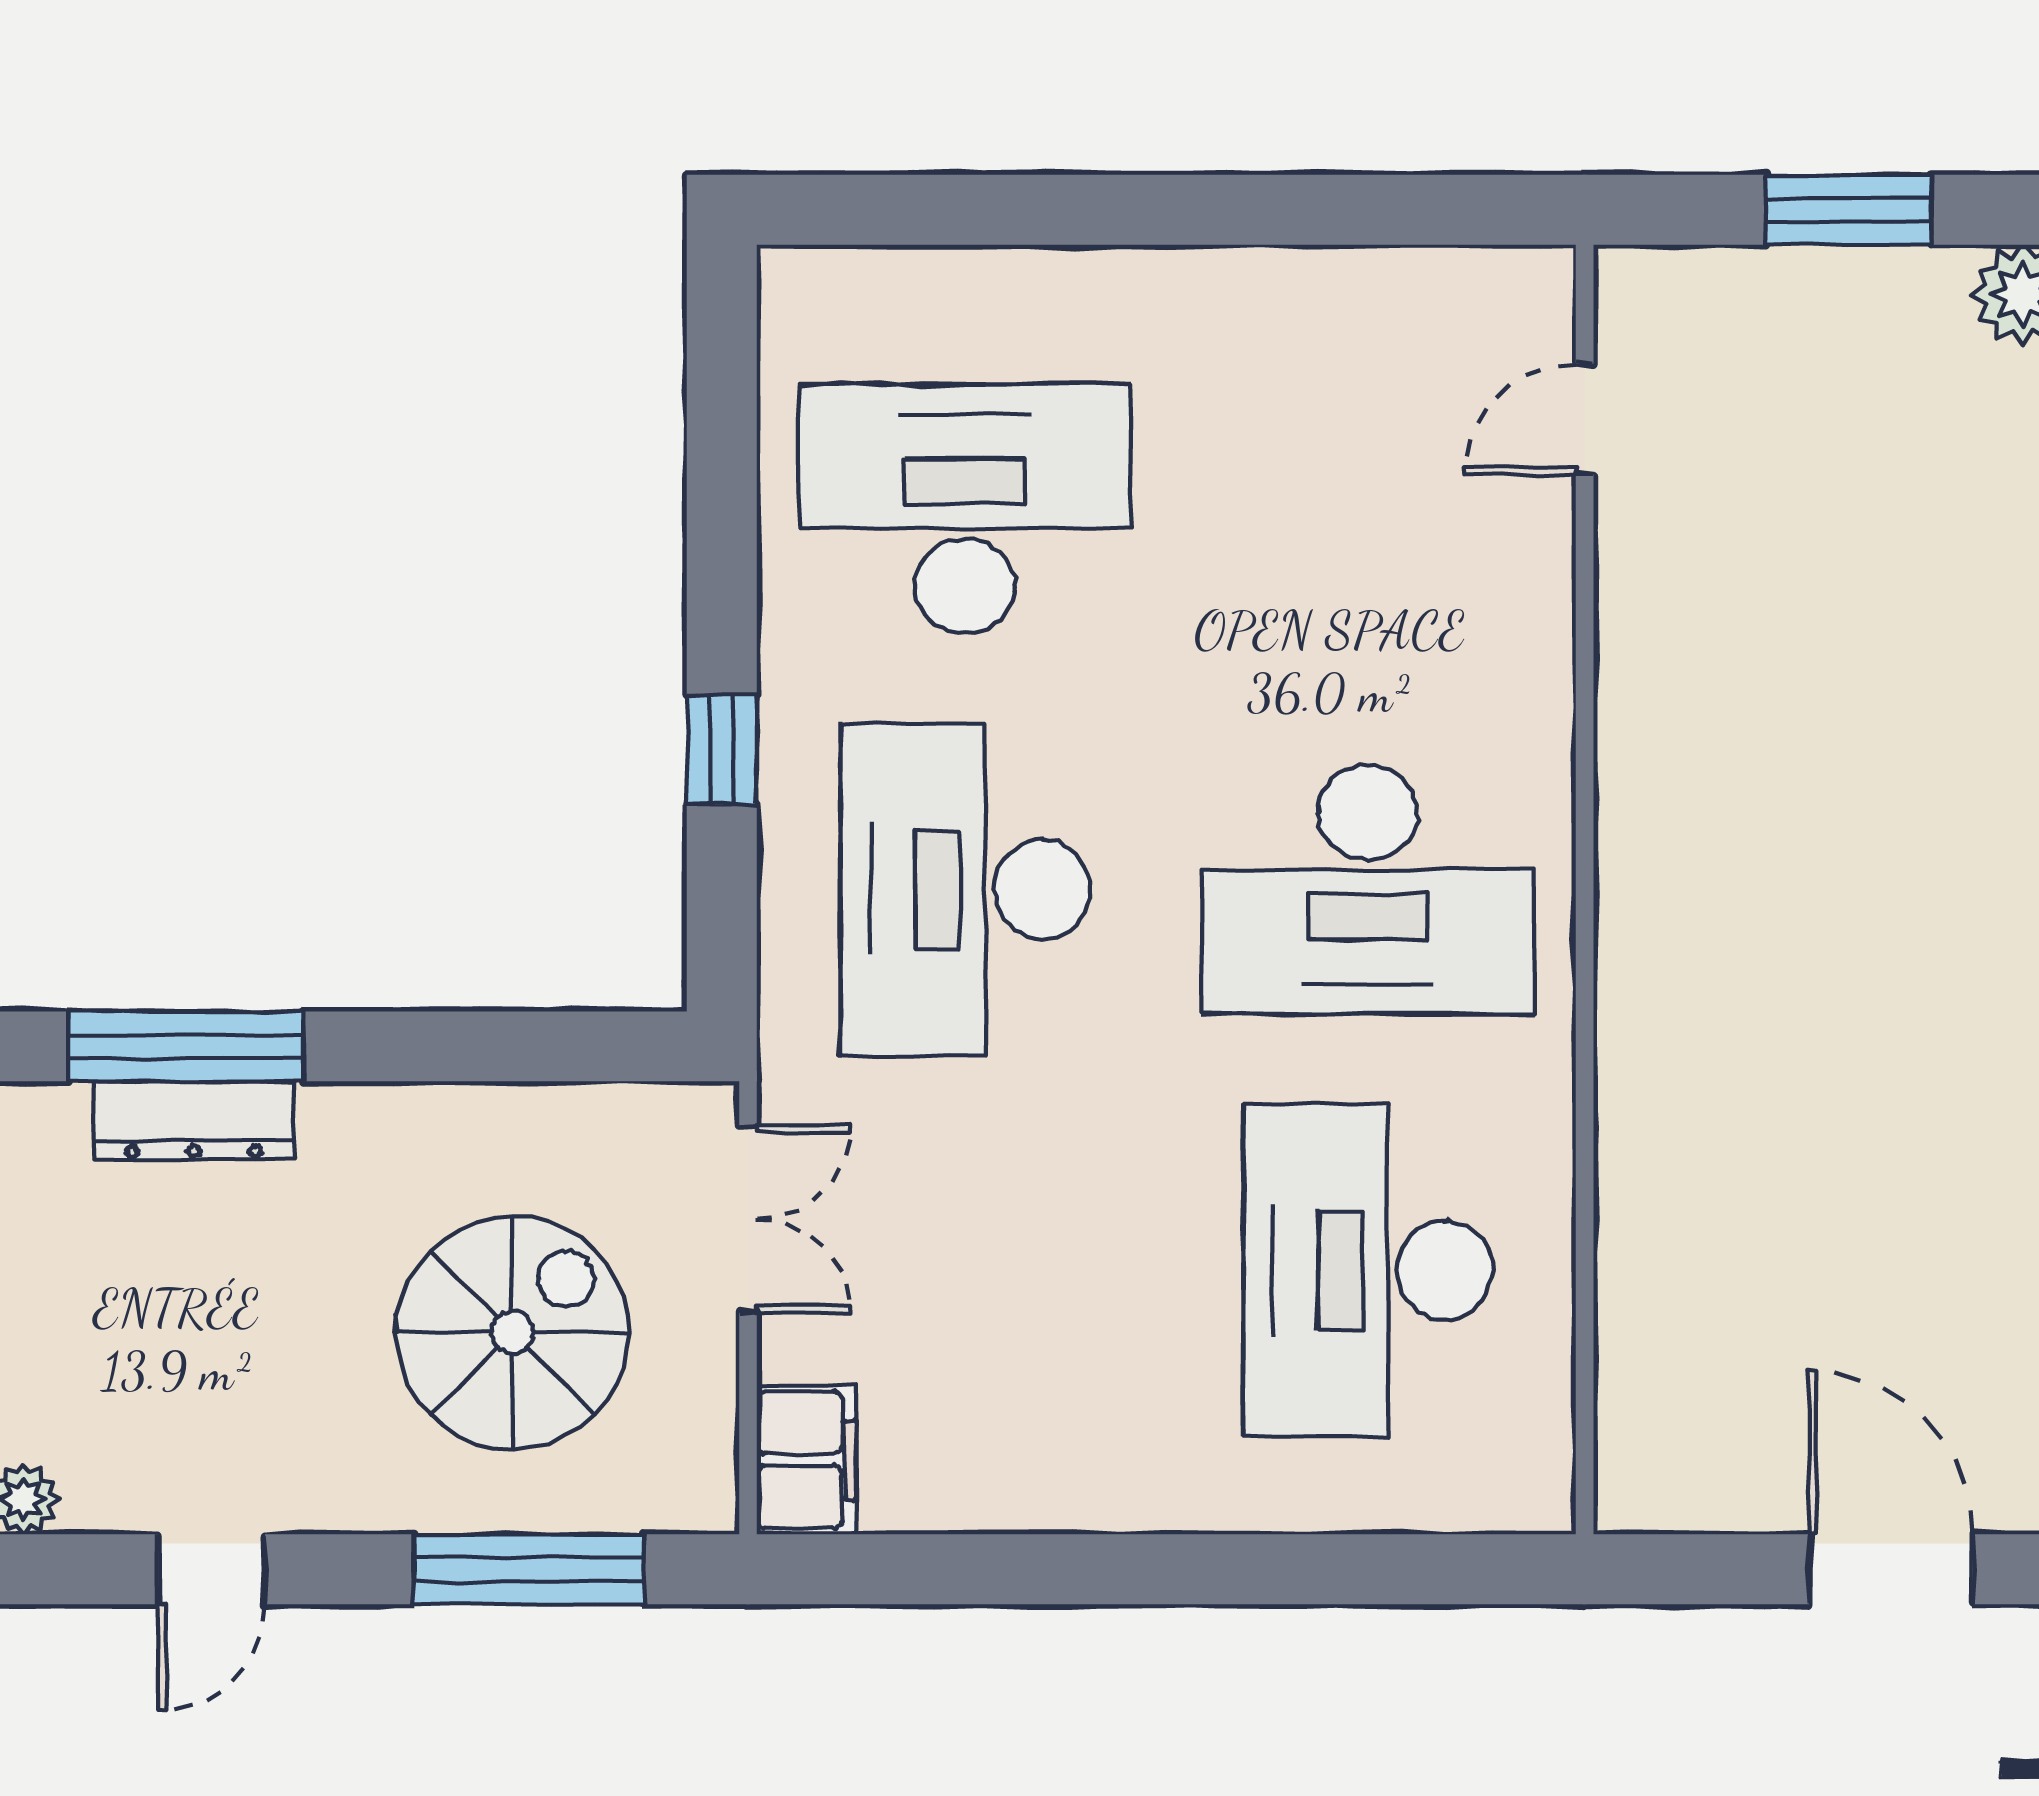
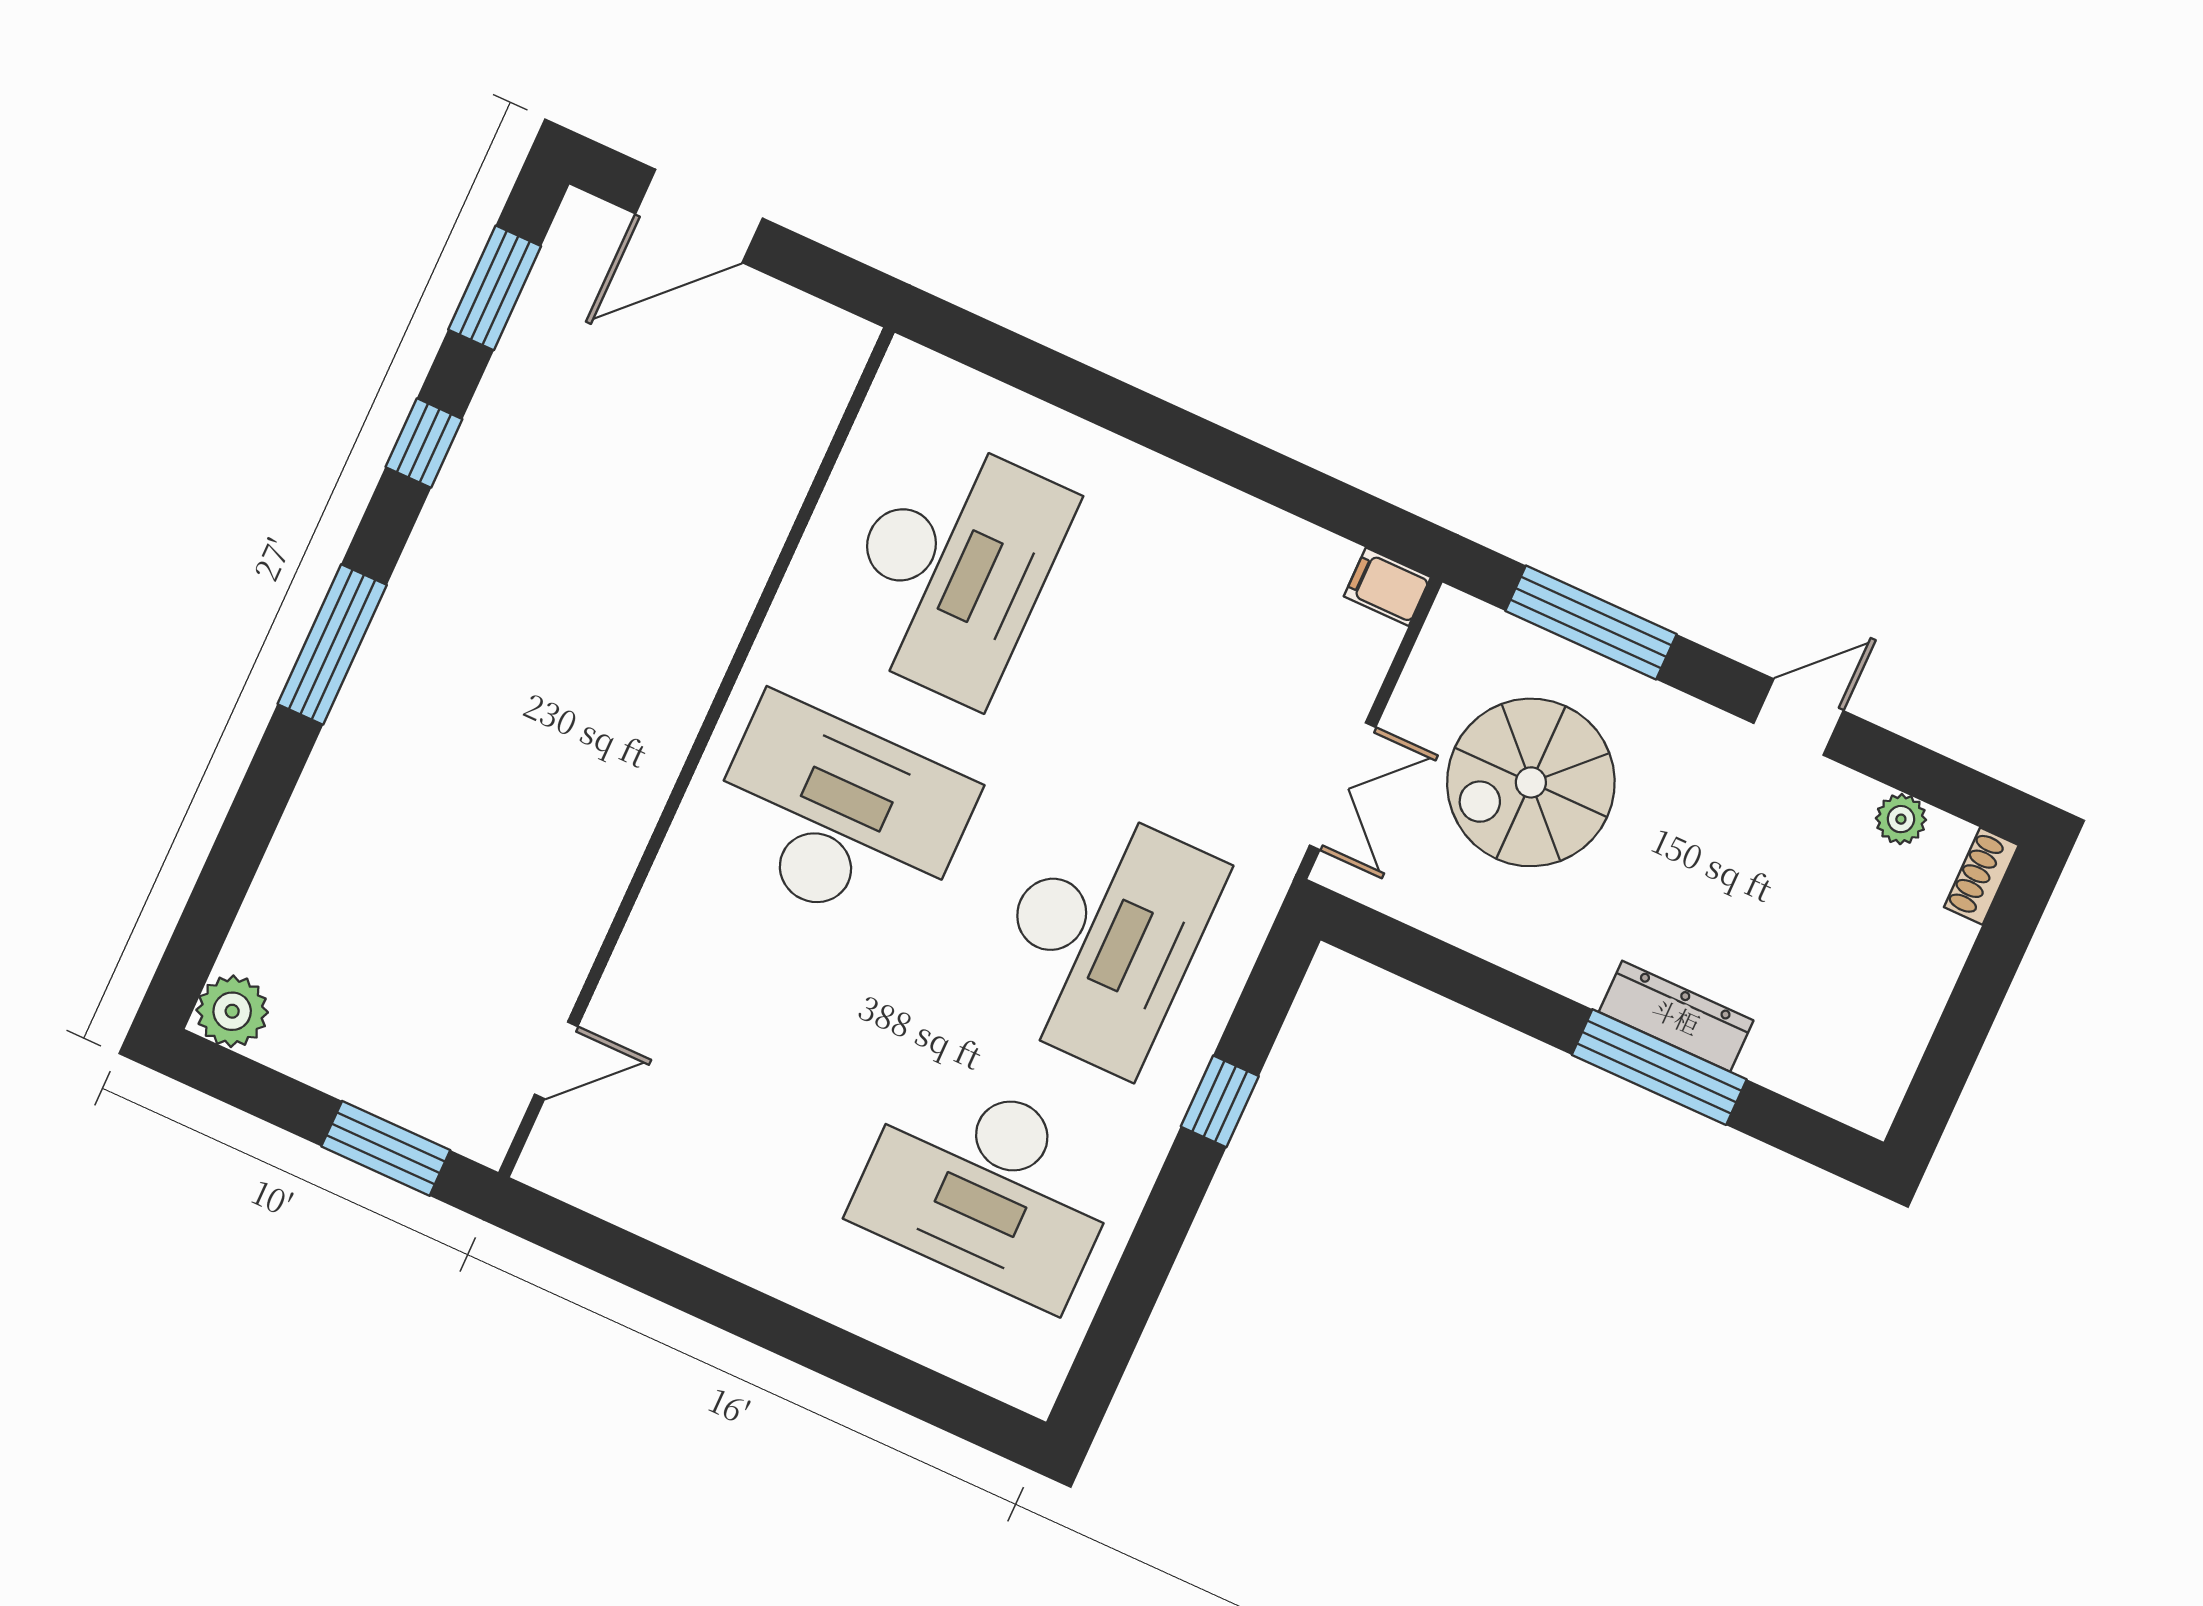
window: (1849, 210) -> (386, 1148), moved
double door: (748, 1219) -> (1343, 786), swing flipped
filing cabinet: (807, 1460) -> (1387, 587), width x0.50
door: (1891, 1569) -> (699, 216), hinge flipped

